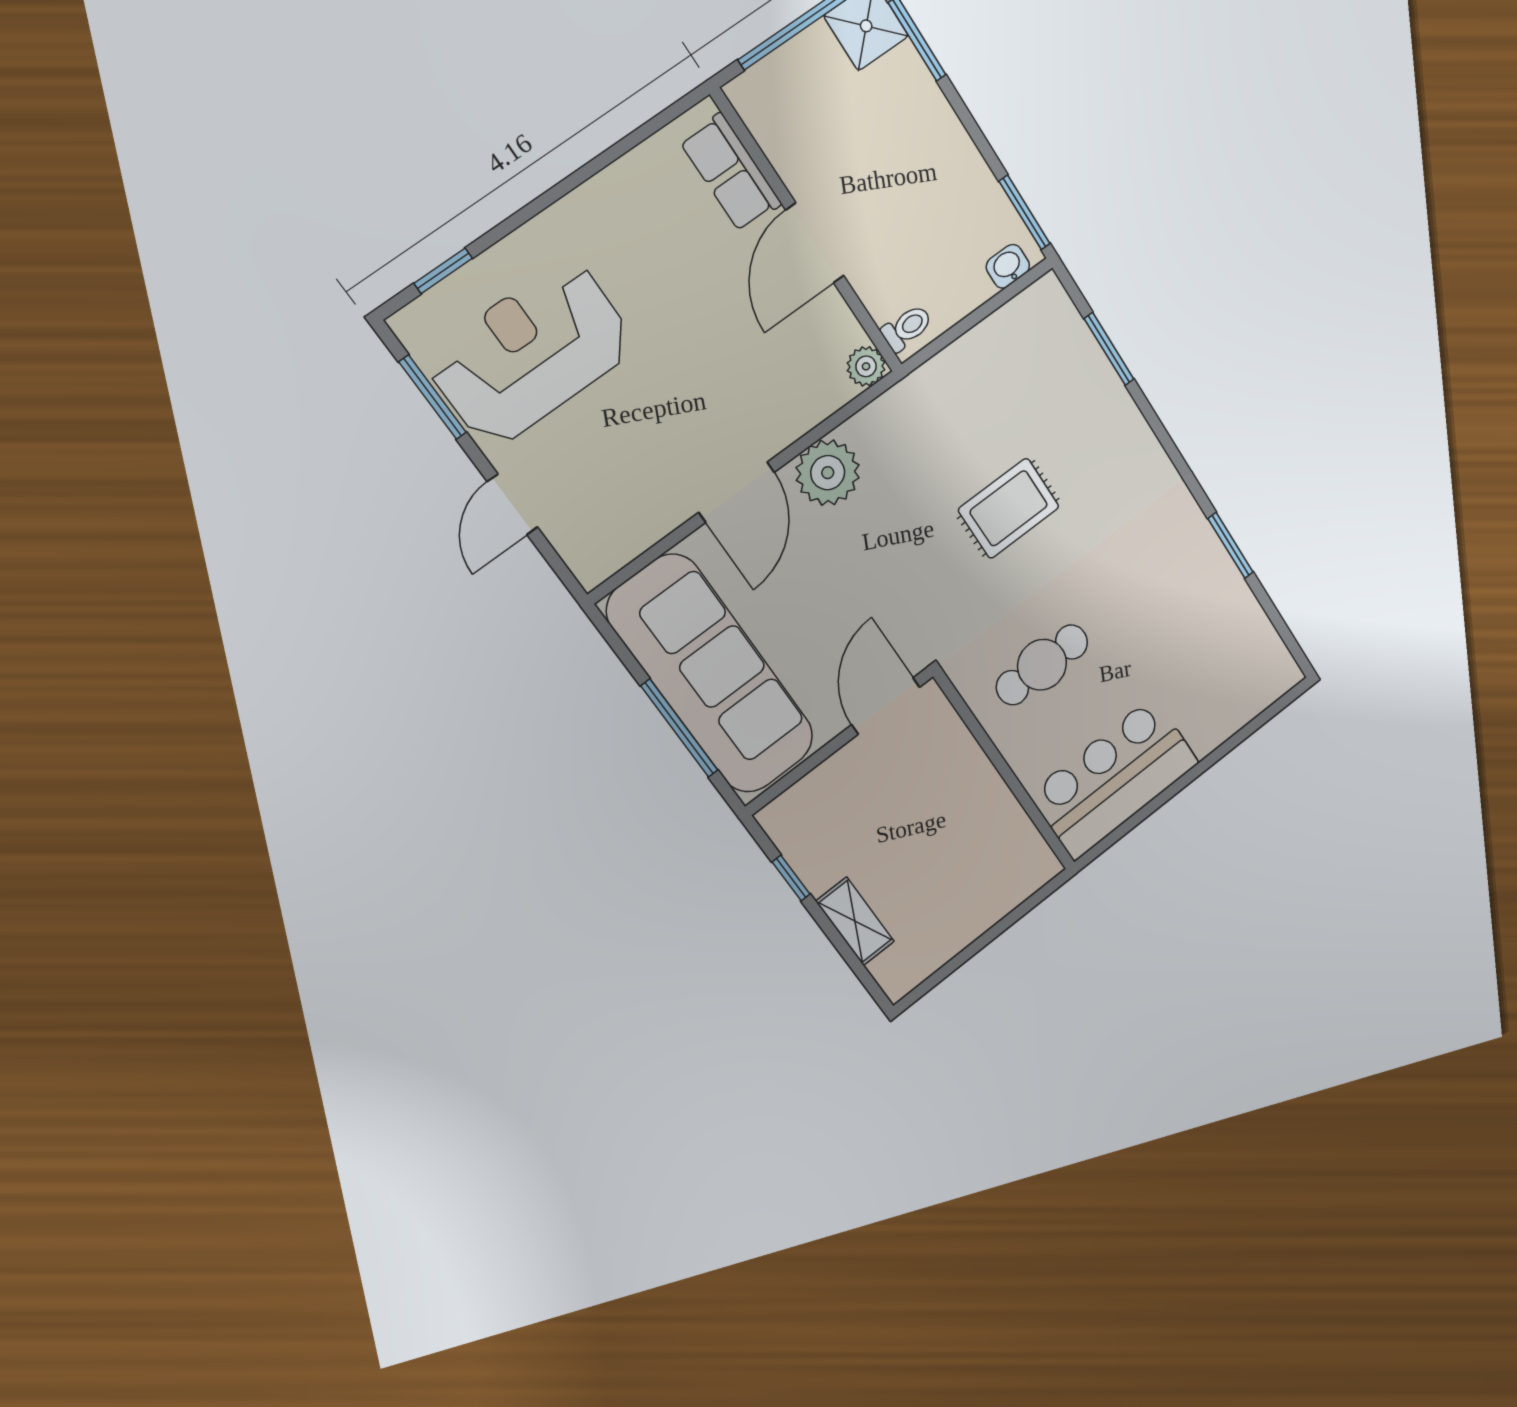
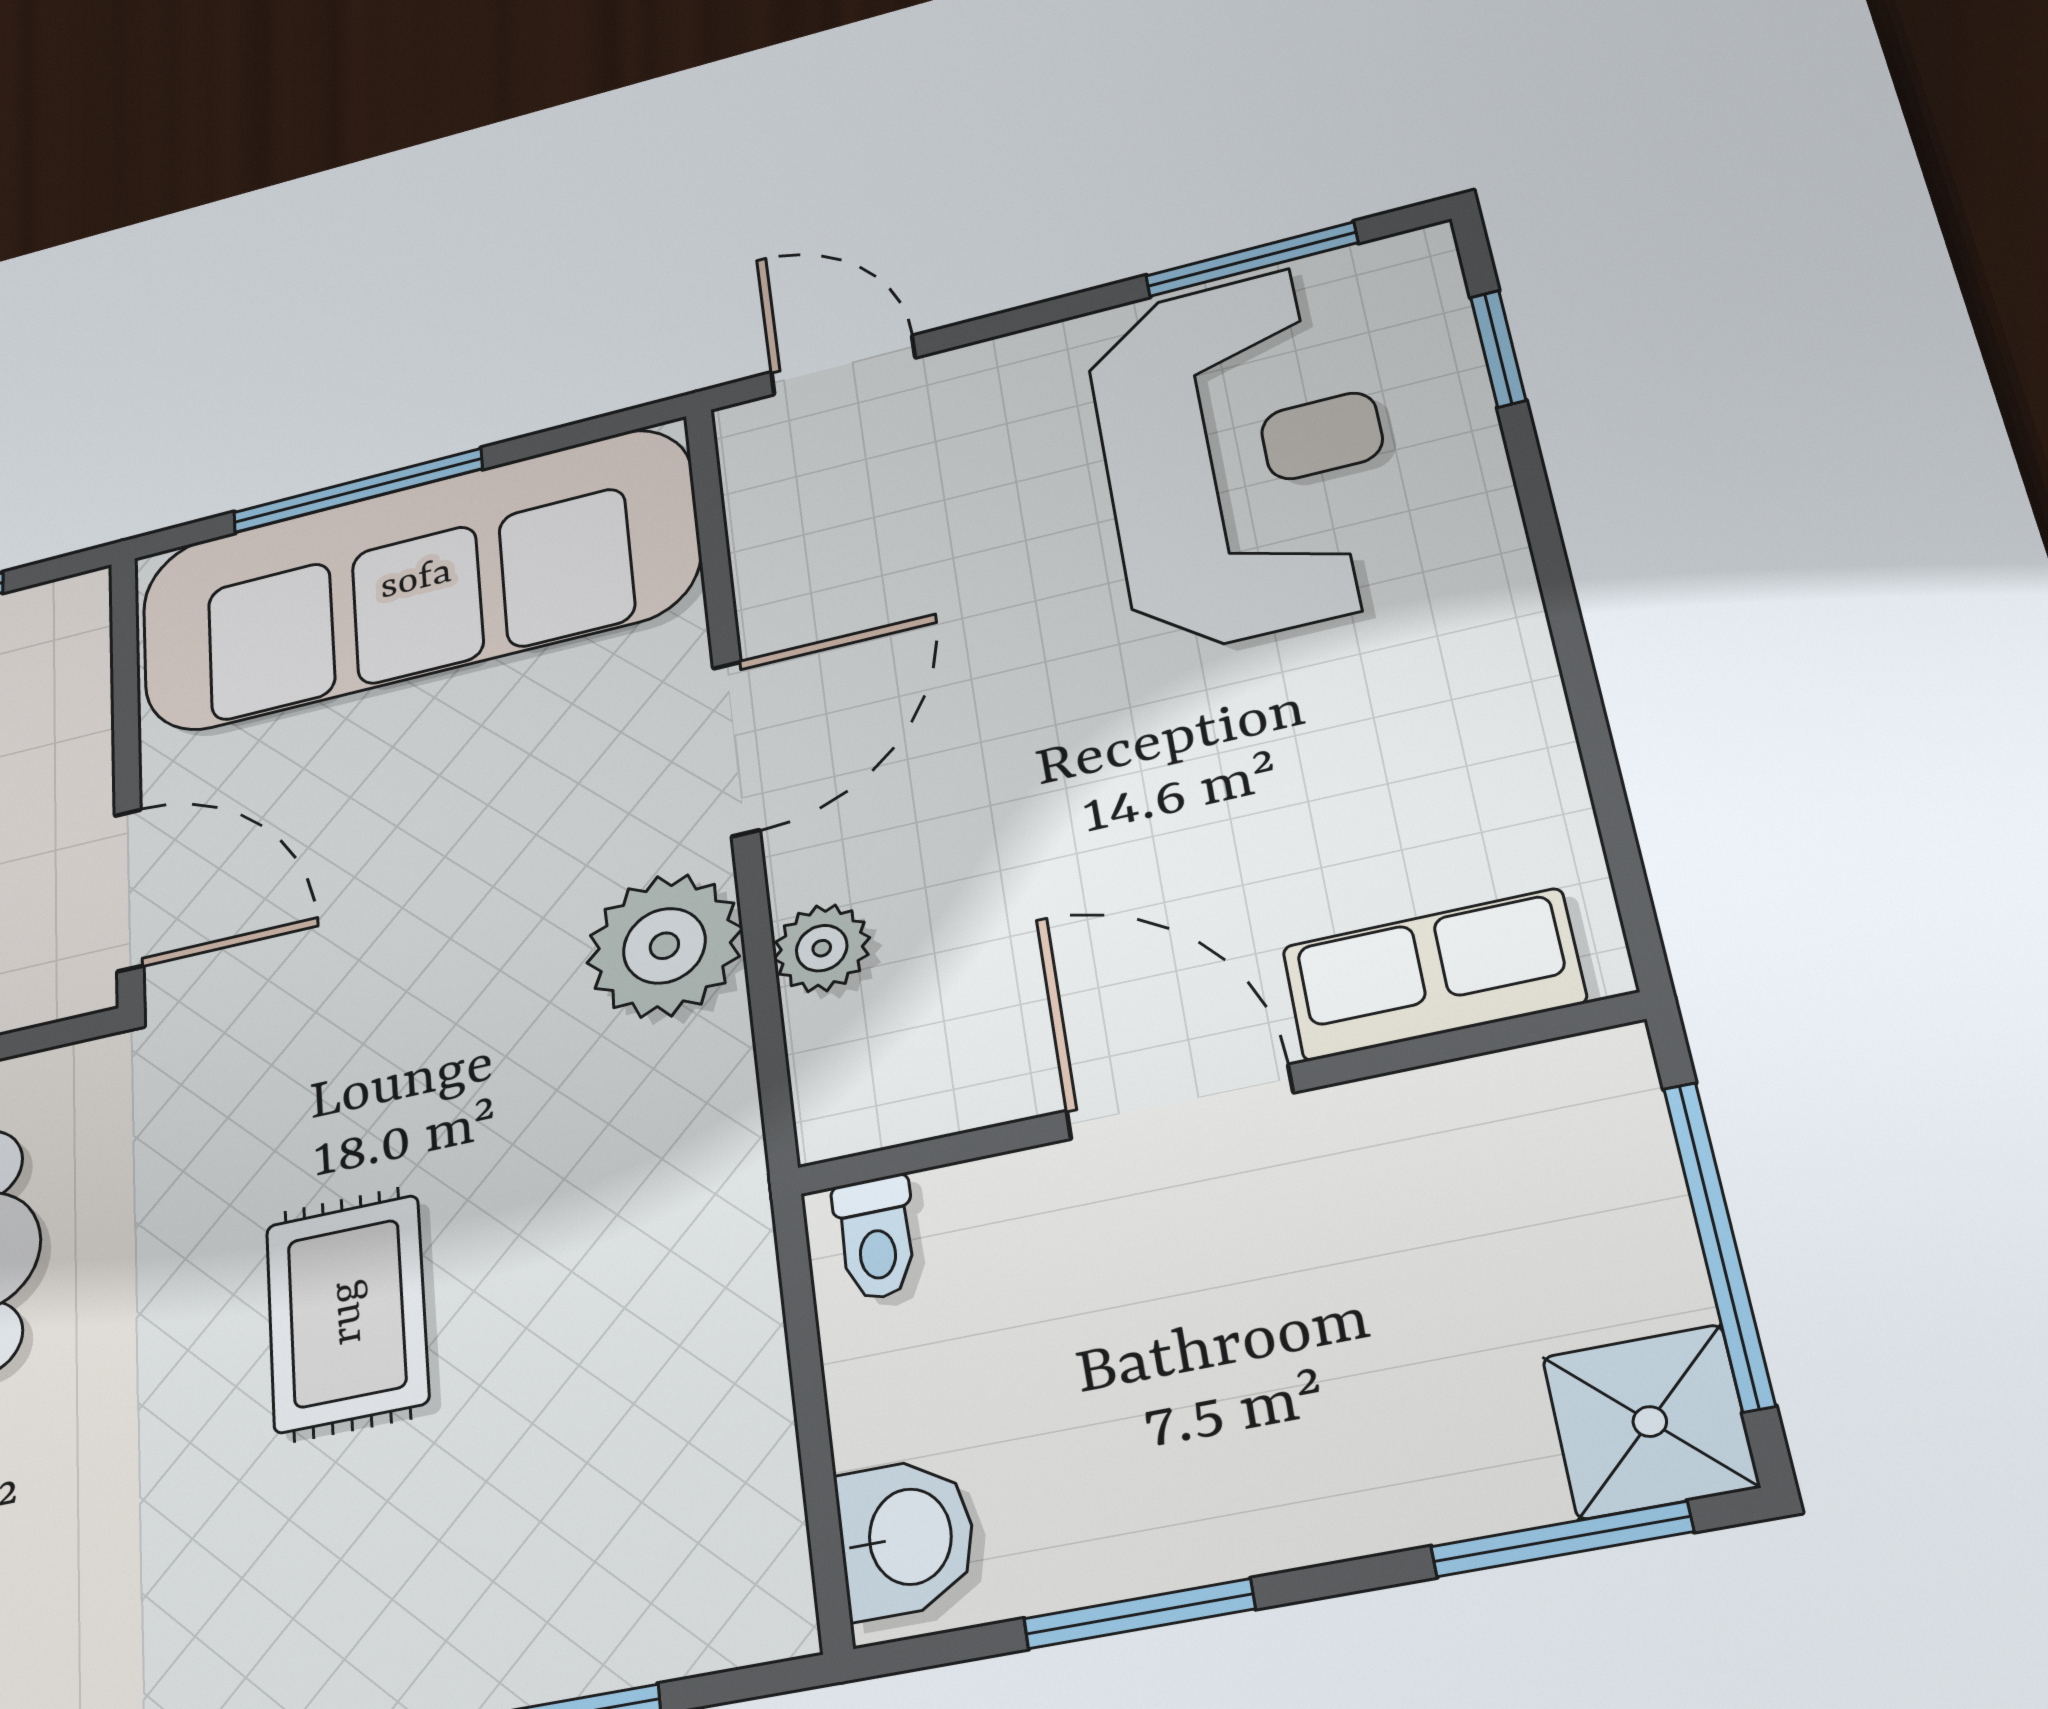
window: (1025, 212) -> (1139, 1614), moved
washbasin: (1008, 266) -> (906, 1537), width x1.38, depth x1.45
plant: (866, 366) -> (822, 948), moved
door: (737, 492) -> (736, 748), swing flipped
door: (512, 504) -> (843, 365), moved

